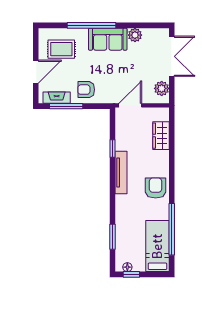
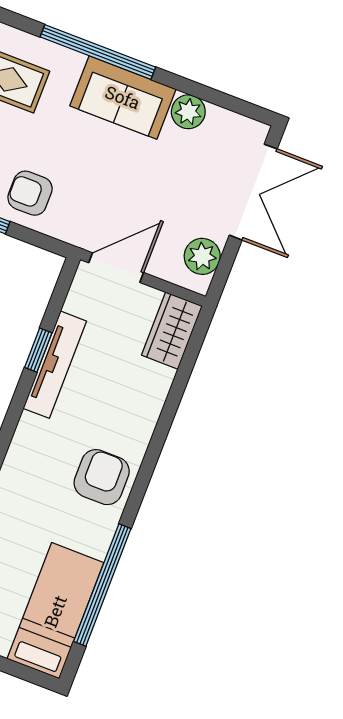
wardrobe: (161, 136) -> (172, 331), moved
tv unit: (121, 173) -> (55, 365), moved

